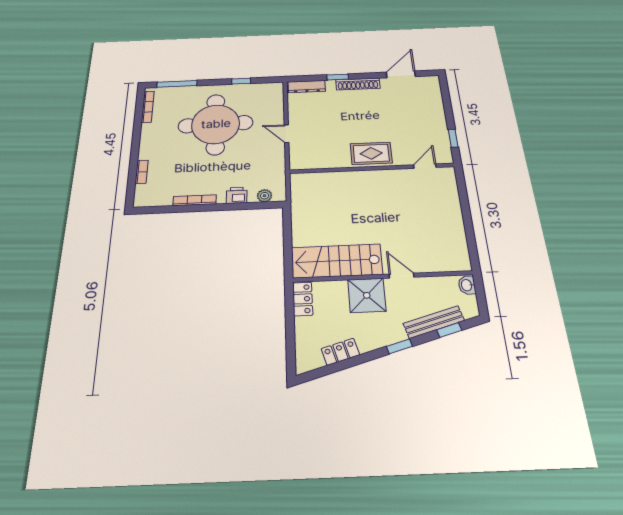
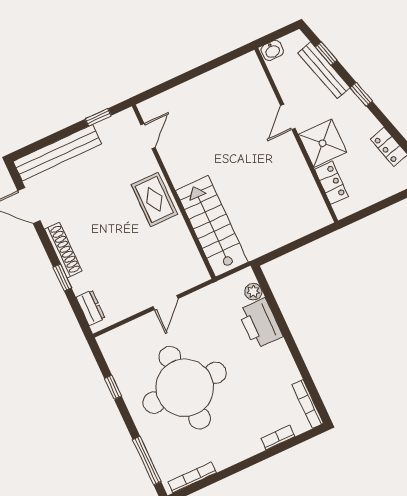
dresser: (307, 87) -> (91, 308), width x0.70
bench: (435, 104) -> (57, 153), added
door: (425, 166) -> (148, 136), swing flipped
printer: (237, 195) -> (260, 323), width x1.87, depth x1.48
bookcase: (195, 200) -> (308, 404), moved
stairs: (337, 261) -> (212, 226), moved, turned 180
locker: (303, 299) -> (331, 183), moved, turned 90

